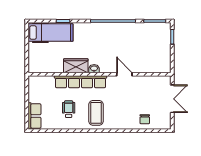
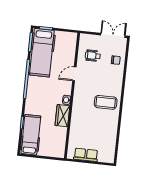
hospital bed: (144, 35) -> (42, 53), added
row of seats: (81, 82) -> (77, 113), removed
double door: (172, 99) -> (113, 35), moved
wheelchair: (69, 109) -> (93, 56), moved
row of seats: (34, 116) -> (86, 155), moved

